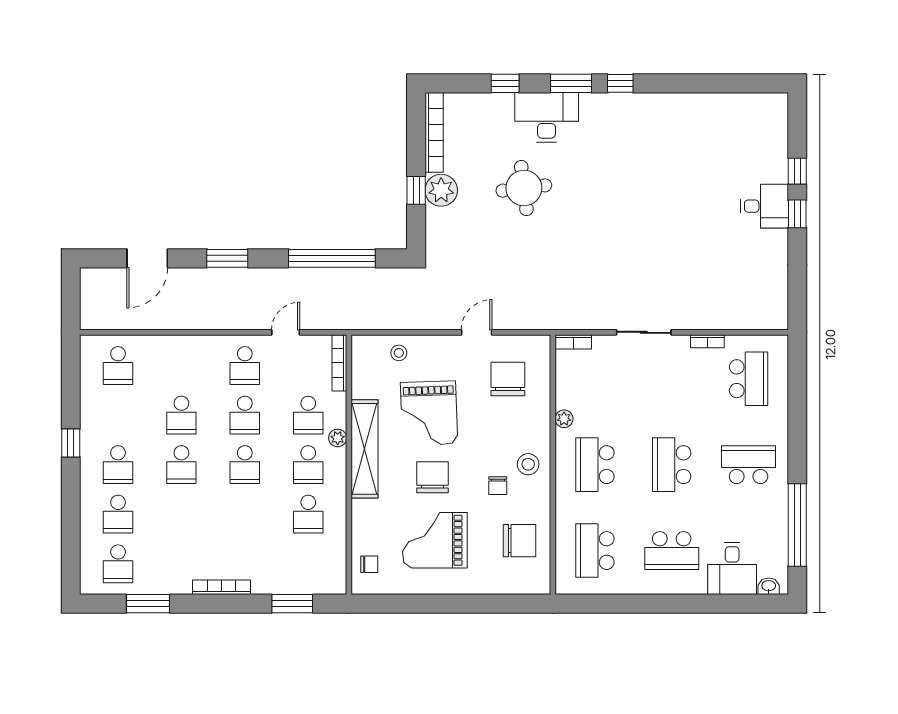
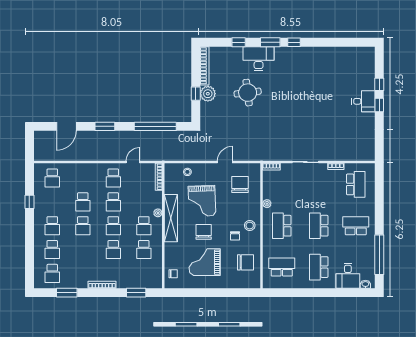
school desk: (308, 415) -> (113, 250), moved
window: (71, 443) -> (29, 202), moved
school desk: (595, 551) -> (282, 267), turned 90
school desk: (672, 551) -> (319, 267), turned 90

